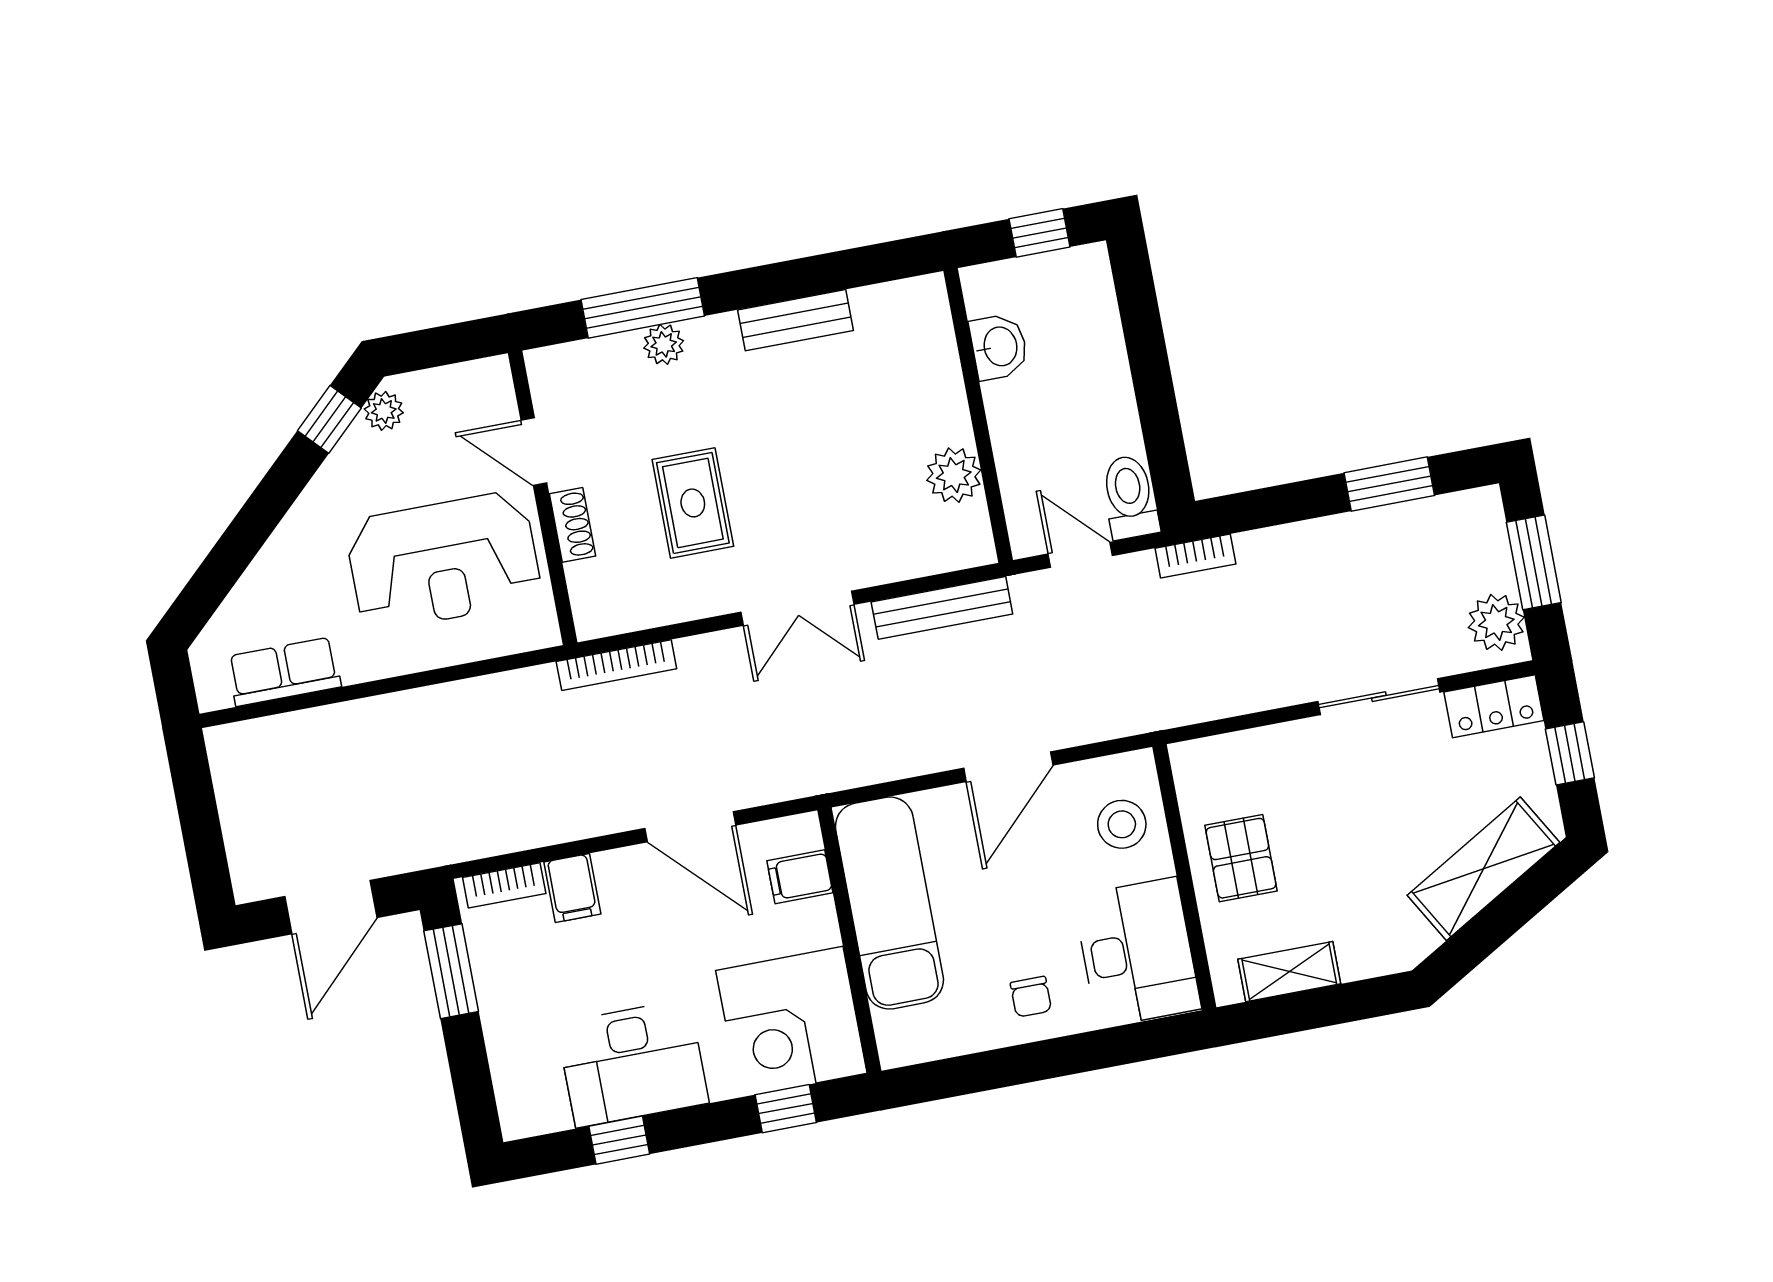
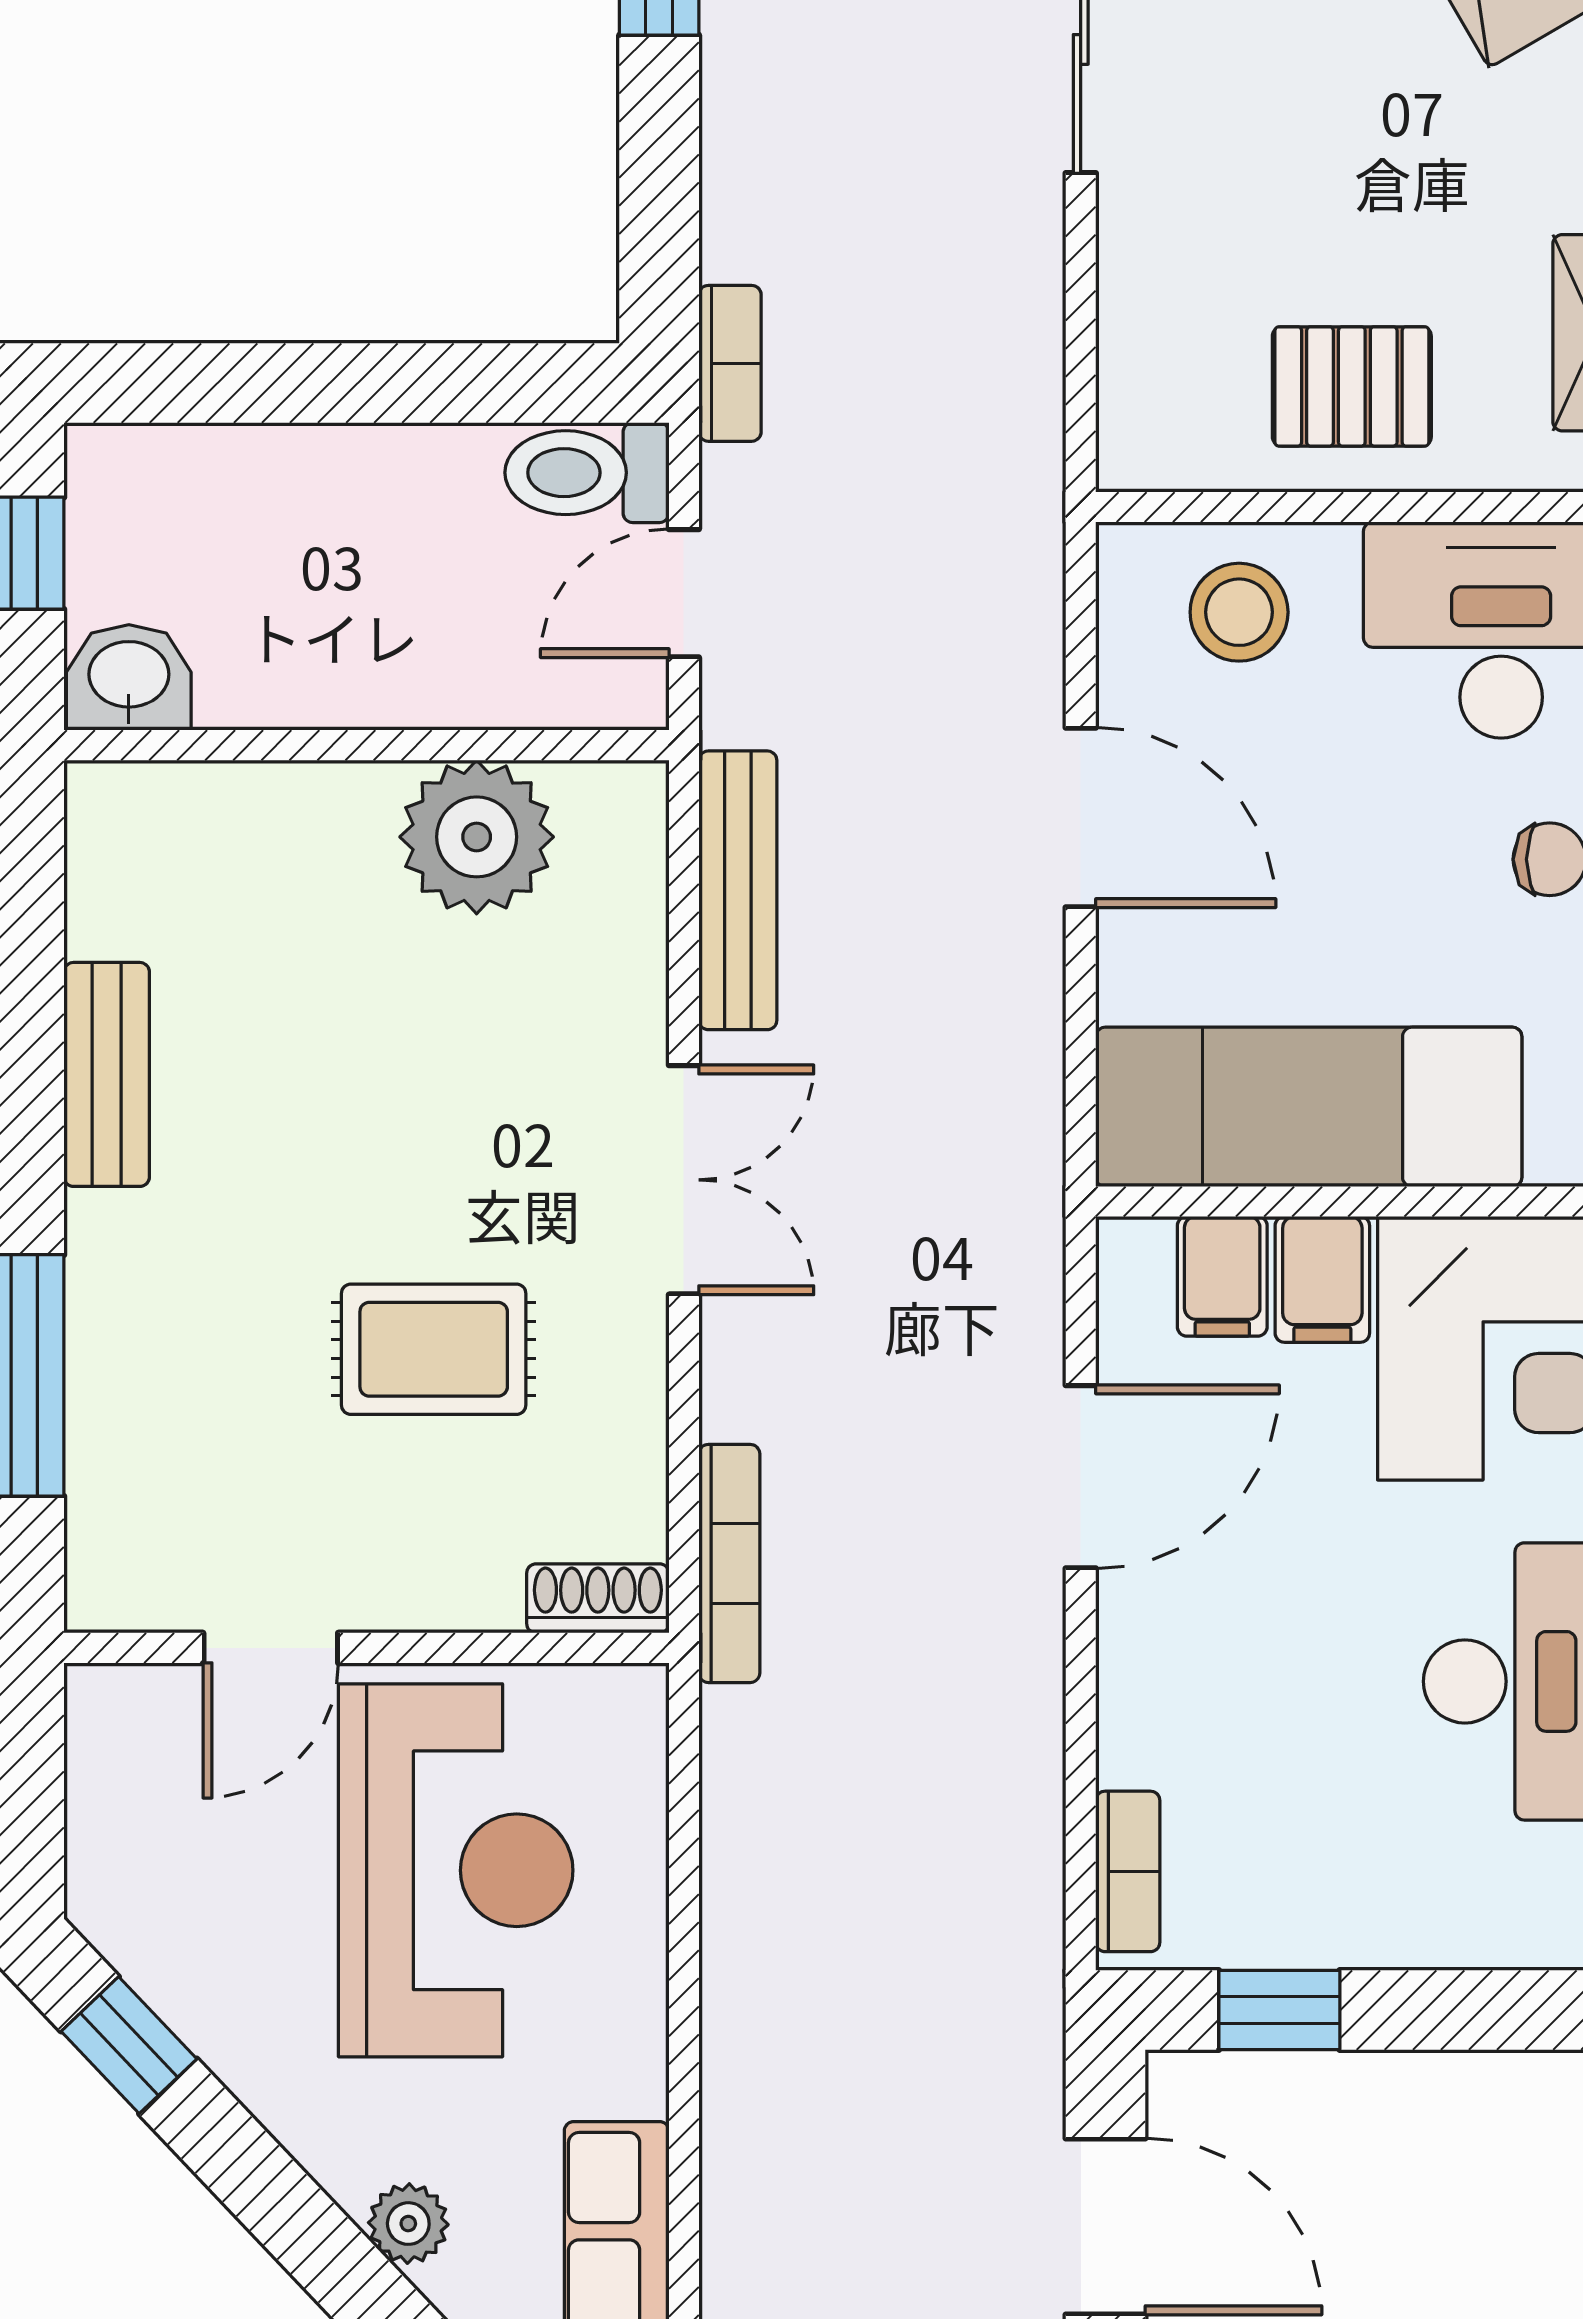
plant: (664, 344) -> (105, 1348), removed
washbasin: (999, 347) -> (129, 677), moved
plant: (384, 411) -> (408, 2224), moved
plant: (954, 475) -> (477, 837), width x1.36, depth x1.36
shoe rack: (572, 525) -> (598, 1598), moved
filing cabinet: (572, 888) -> (1322, 1279), moved, turned 90
window: (451, 971) -> (1279, 2010), width x0.67

